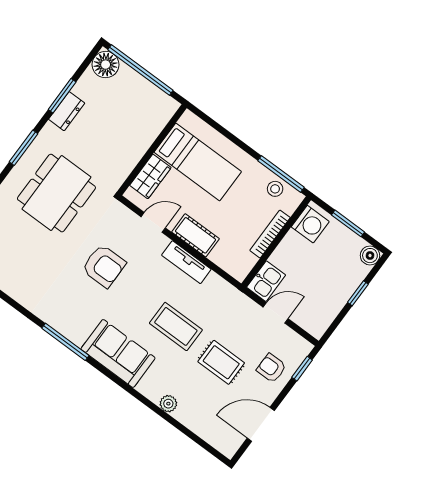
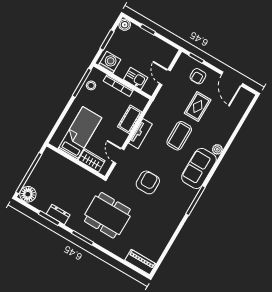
cot: (195, 235) -> (130, 119), moved
kitchen sink: (266, 281) -> (136, 78), moved
plant: (168, 404) -> (217, 149), moved

